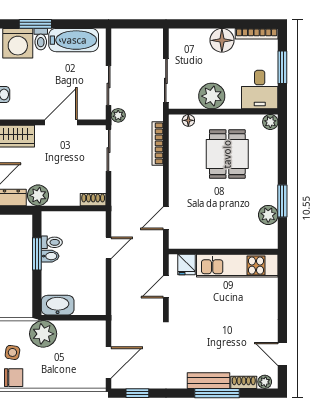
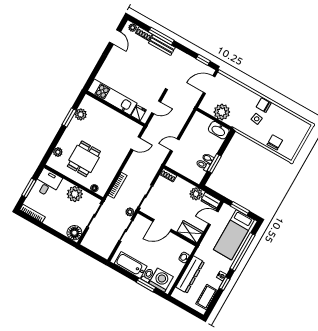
floor lamp: (222, 40) -> (74, 233), moved
plant: (270, 122) -> (58, 152), moved
plant: (43, 334) -> (222, 112), moved

